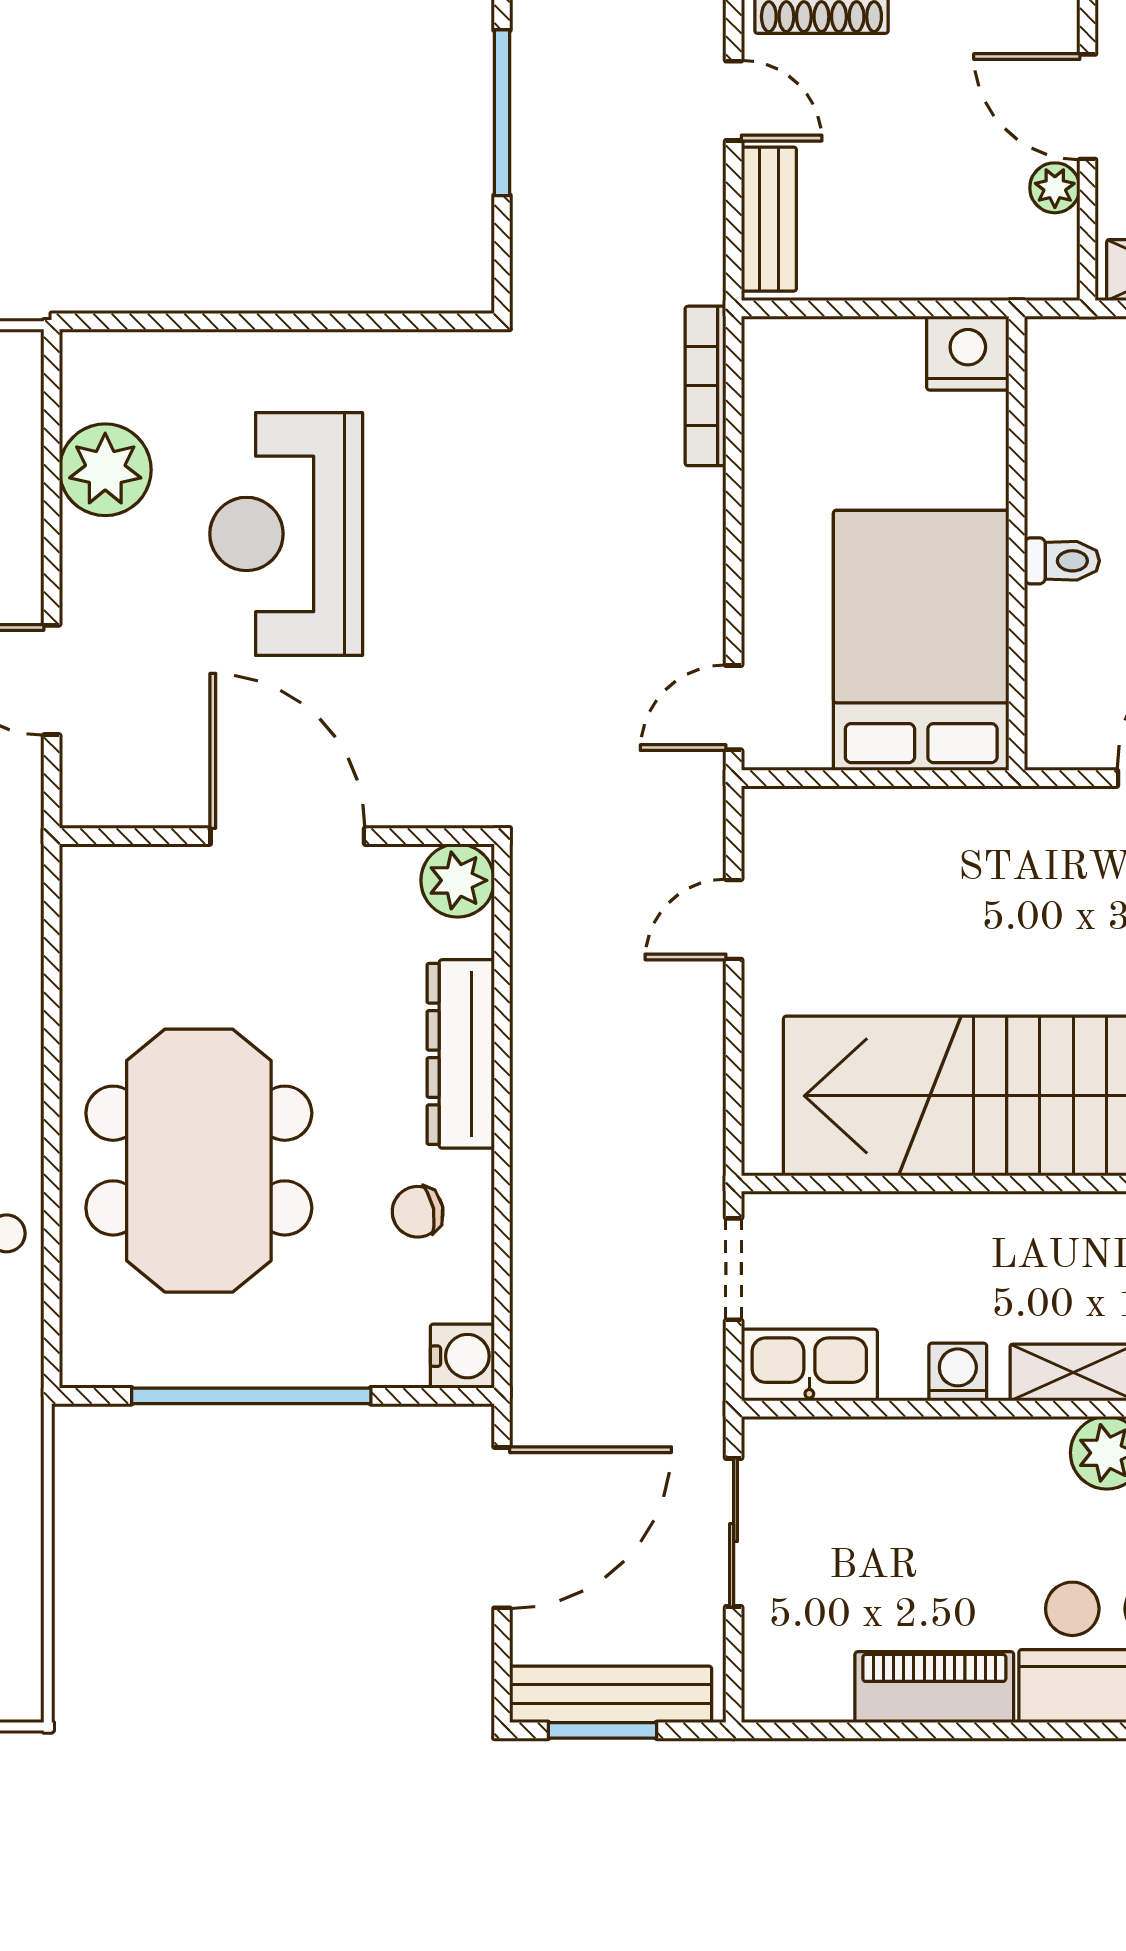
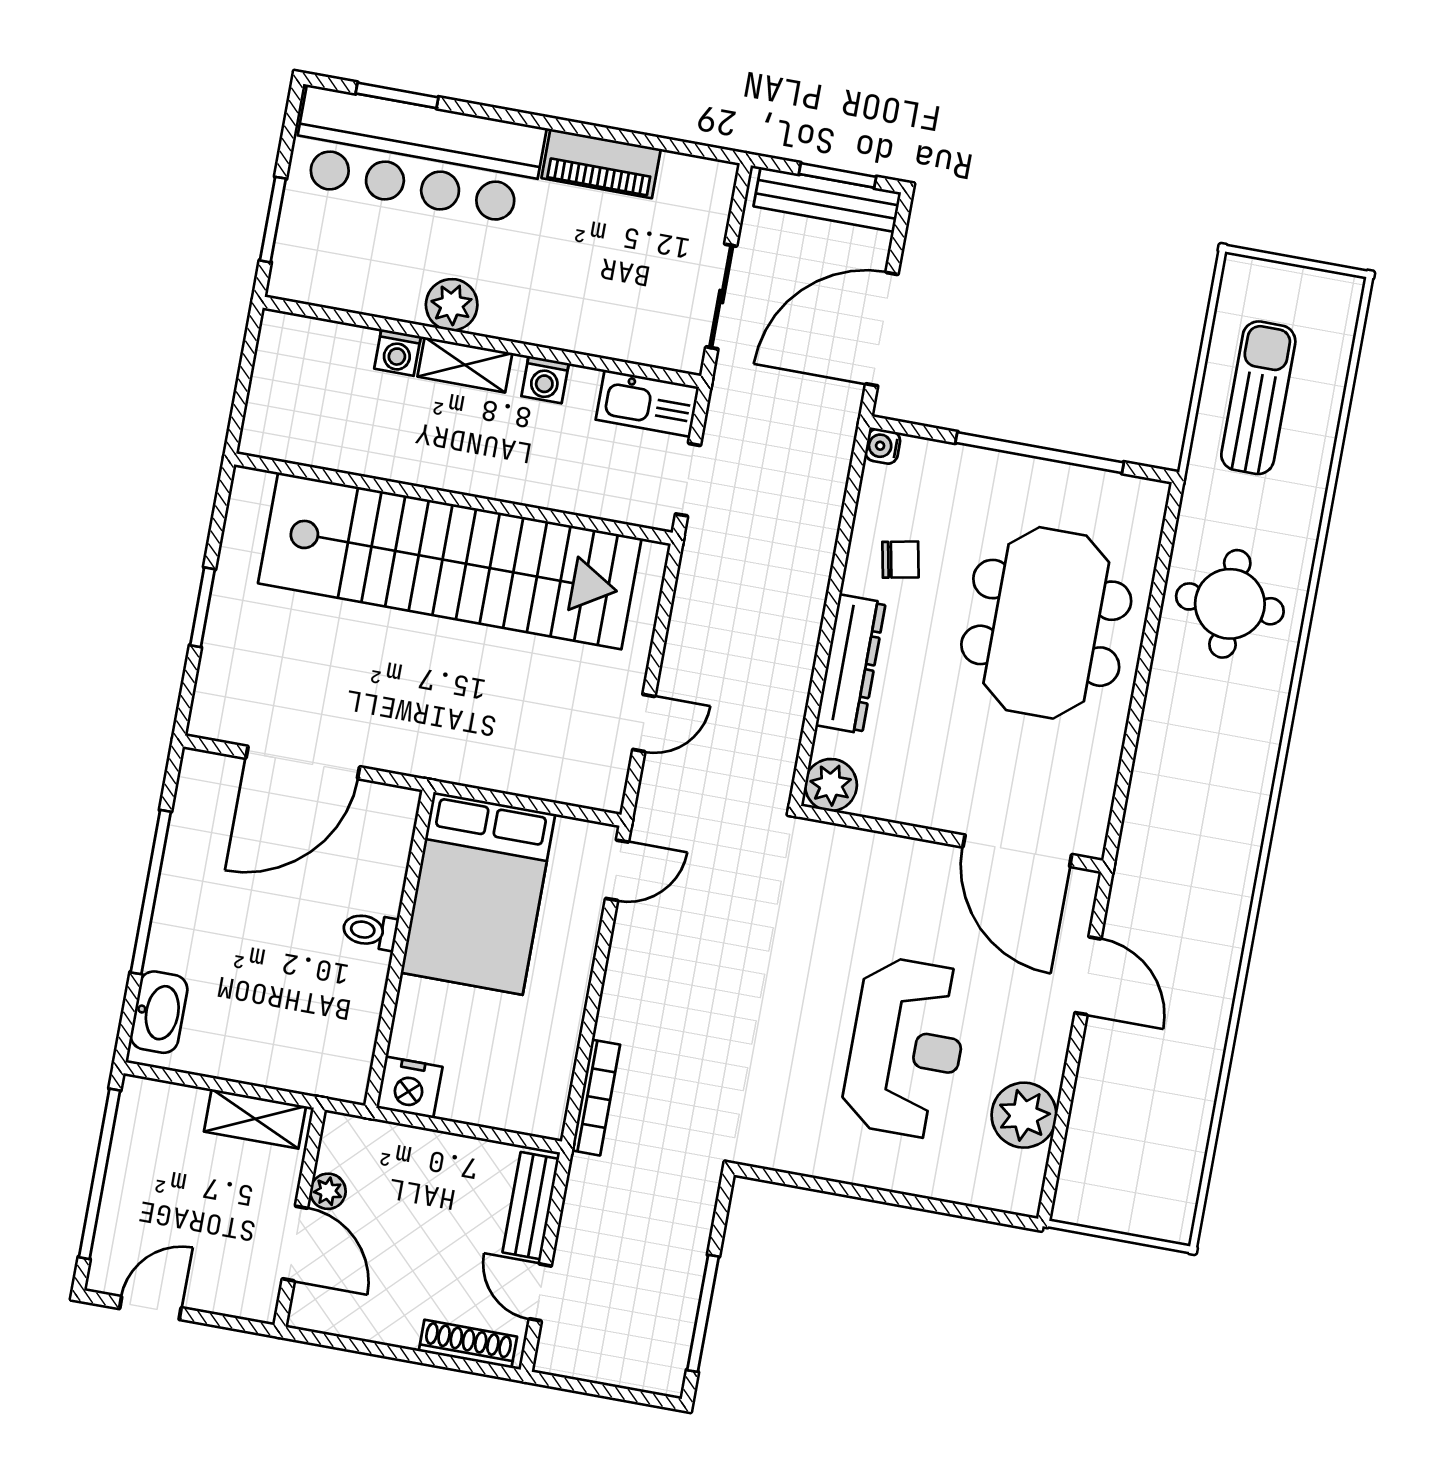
door: (287, 836) -> (1017, 851), moved
water cooler: (462, 1356) -> (883, 446), width x0.72, depth x0.72

